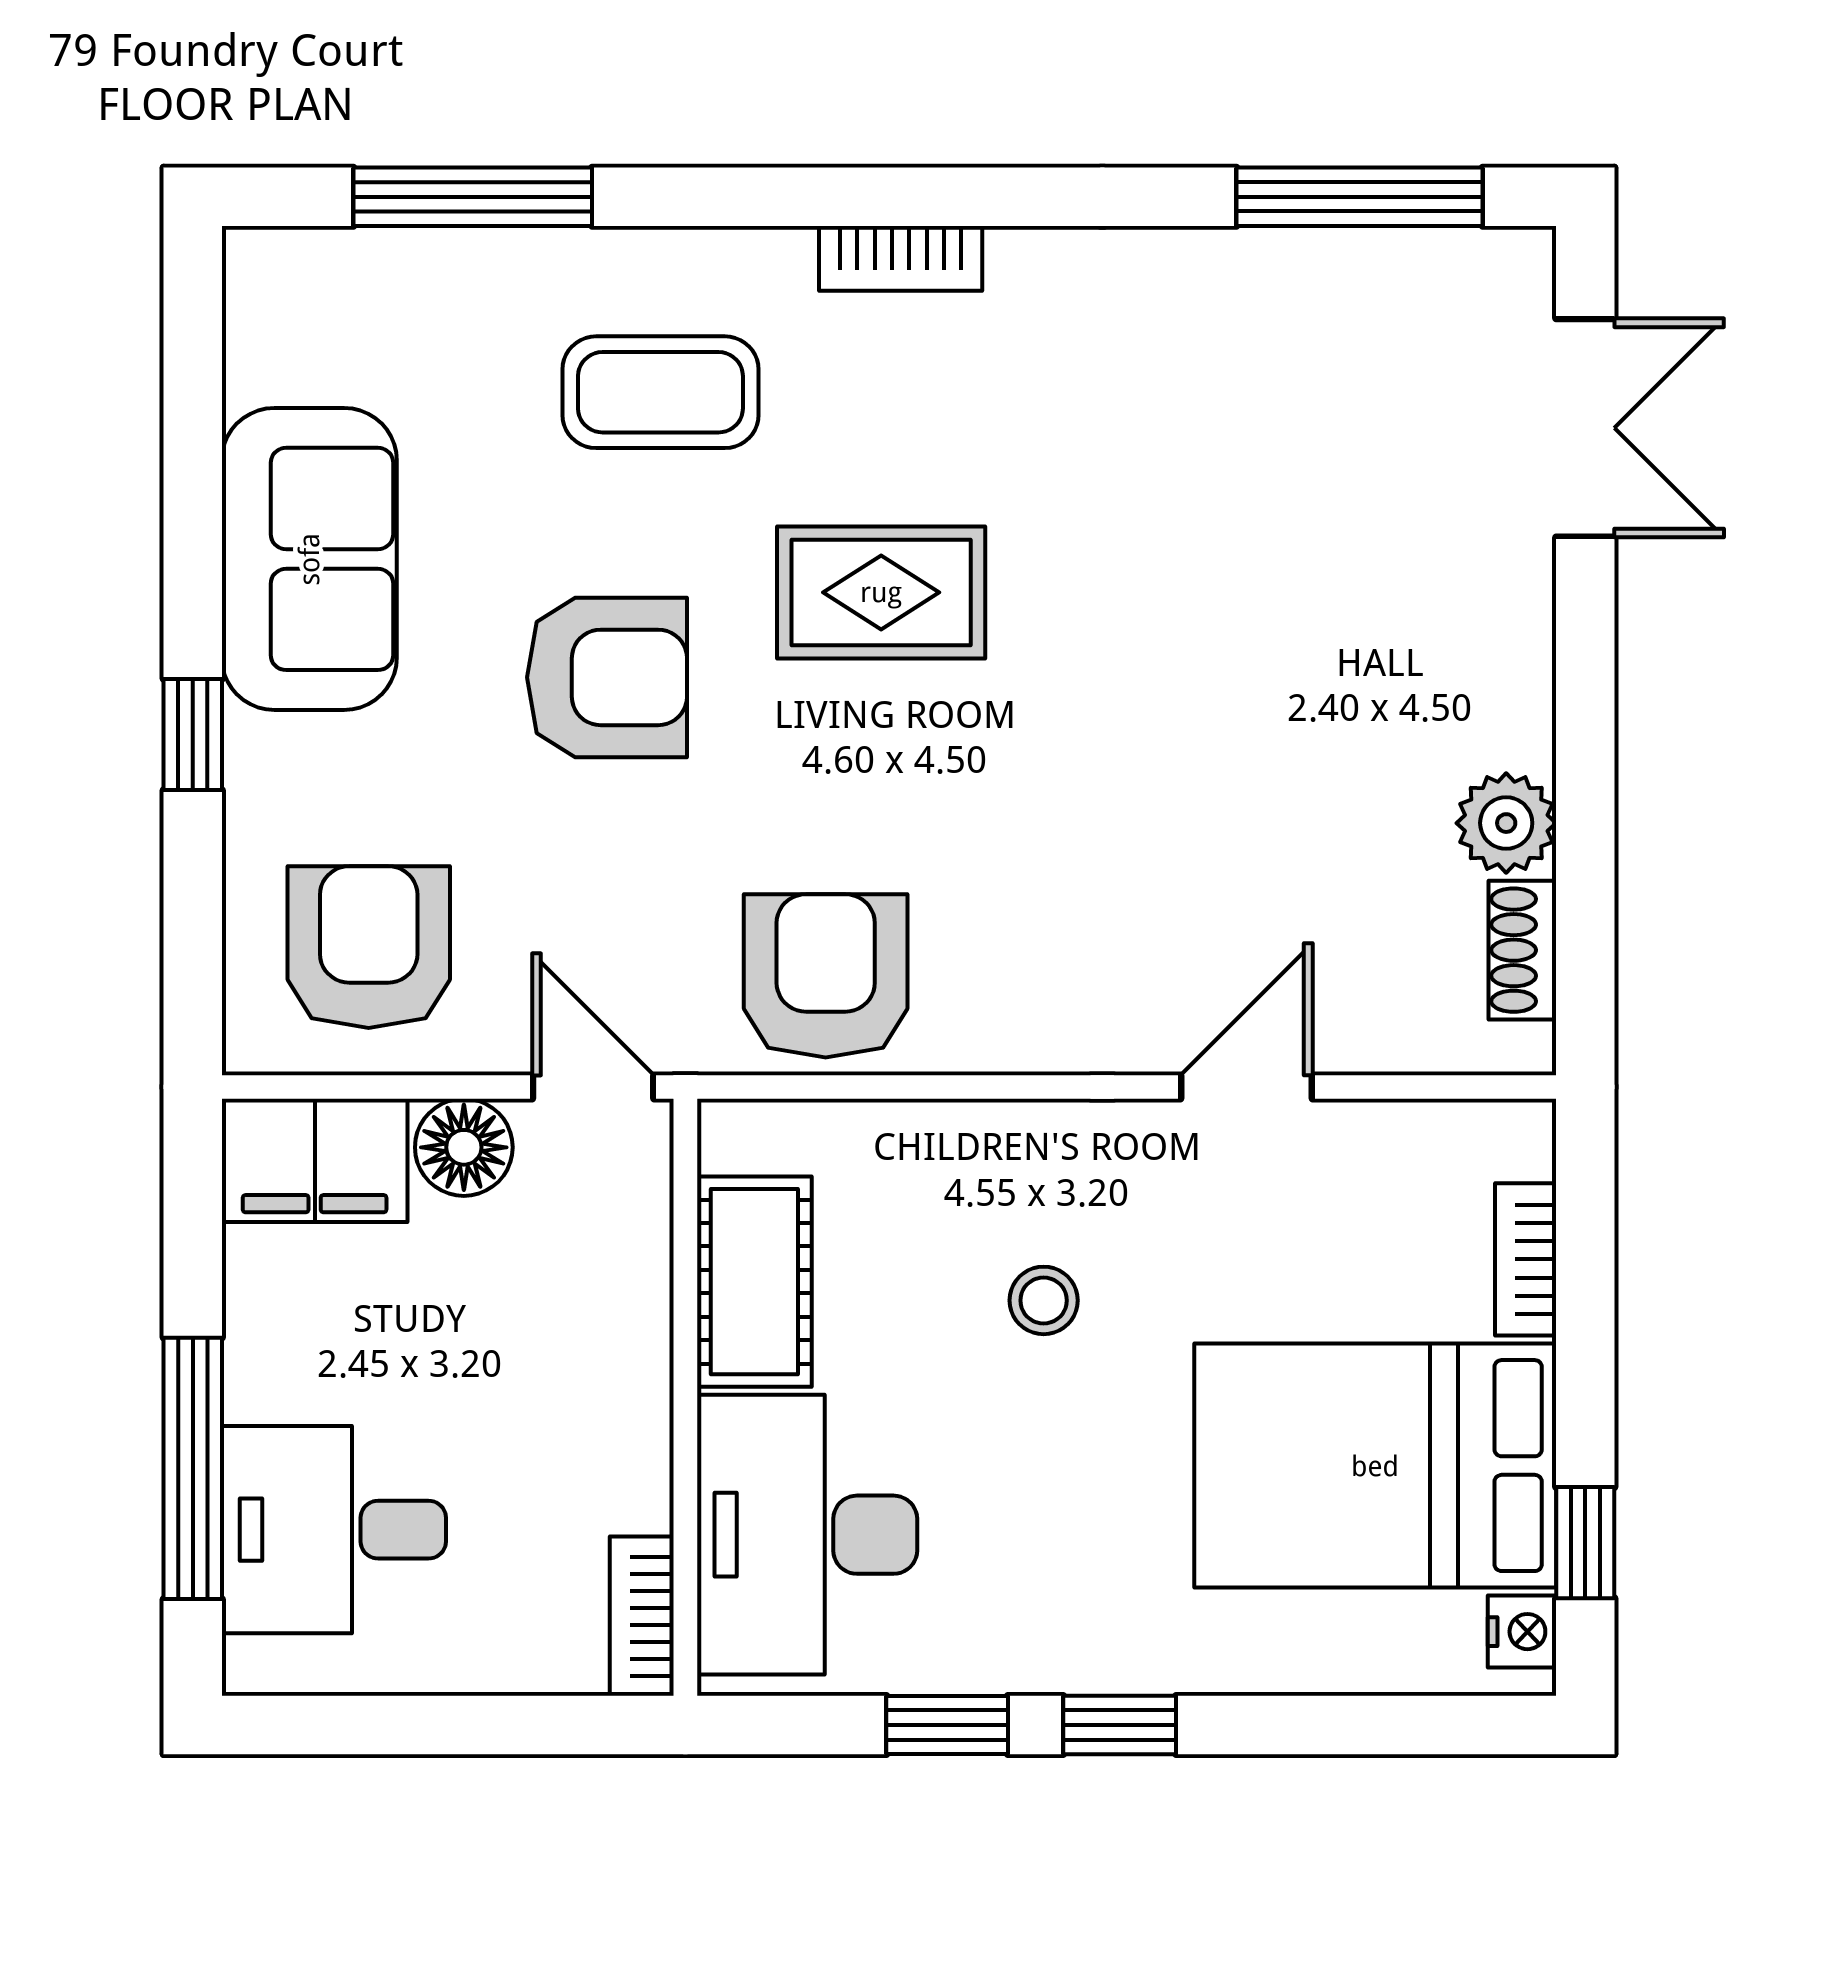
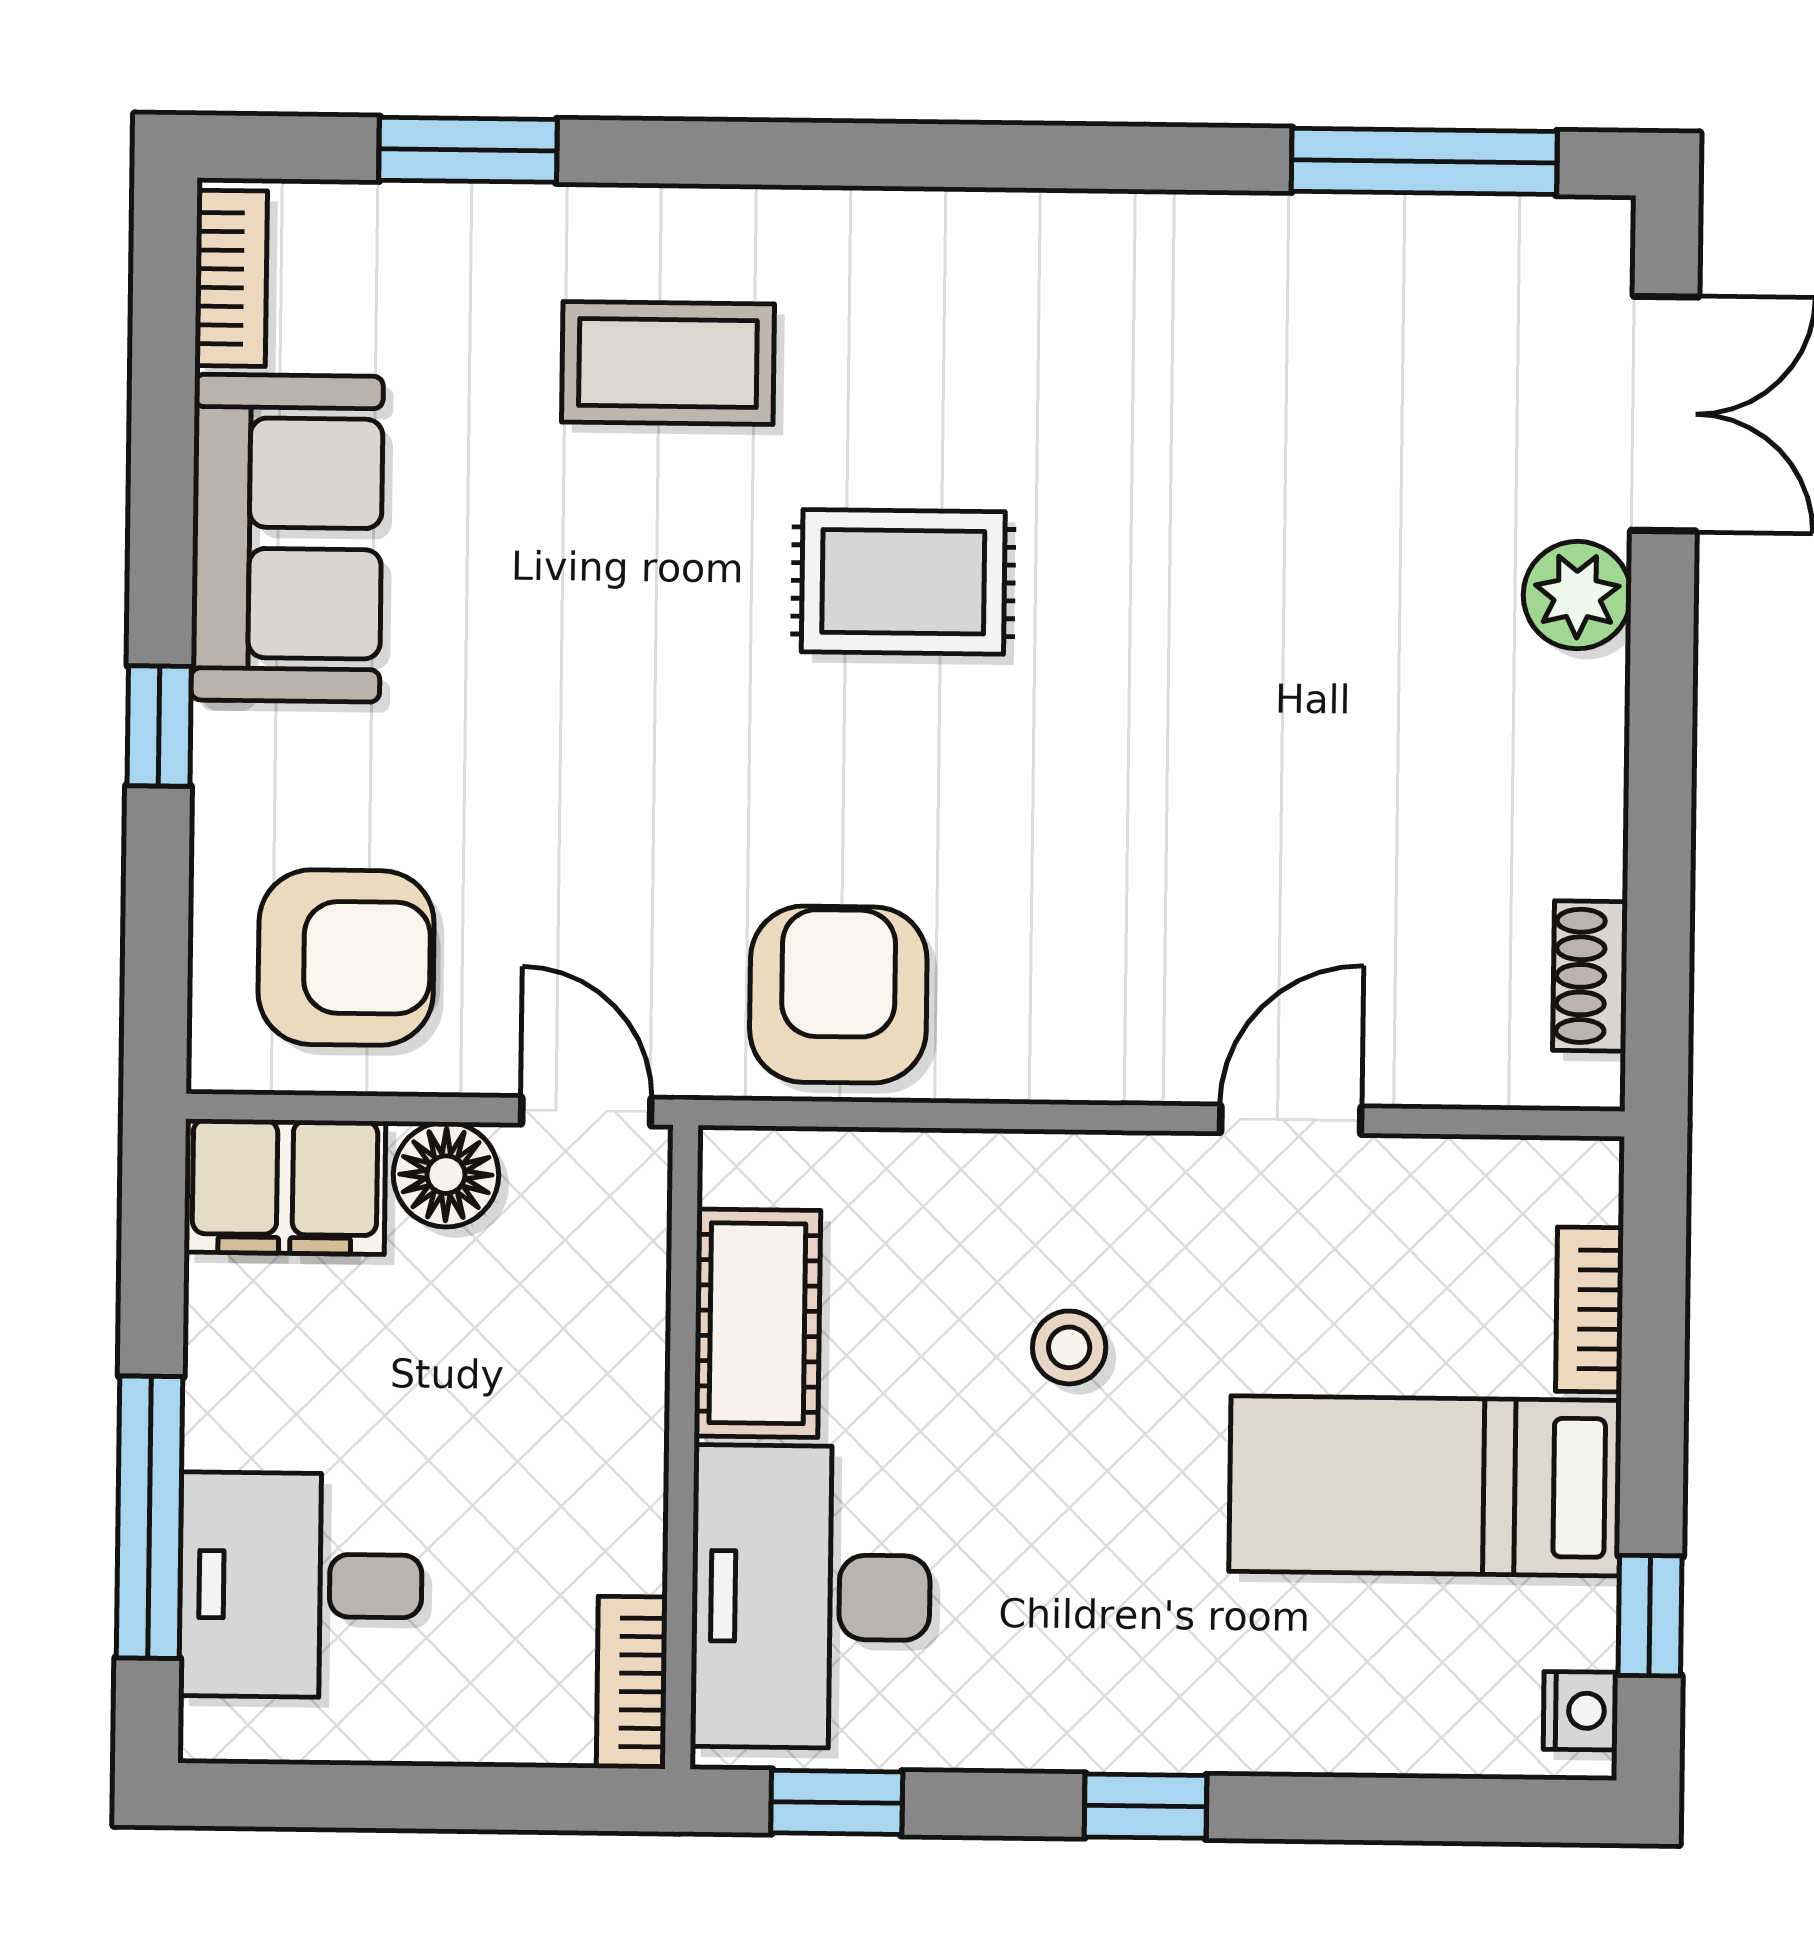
window: (473, 197) -> (468, 150), width x0.69
bookcase: (901, 258) -> (231, 278), moved, turned -90
armchair: (607, 677) -> (607, 670), removed
plant: (1506, 823) -> (1577, 595), moved
armchair: (369, 947) -> (346, 958), turned 90
bed: (1375, 1466) -> (1425, 1486), width x0.67
window: (947, 1725) -> (837, 1802), moved

